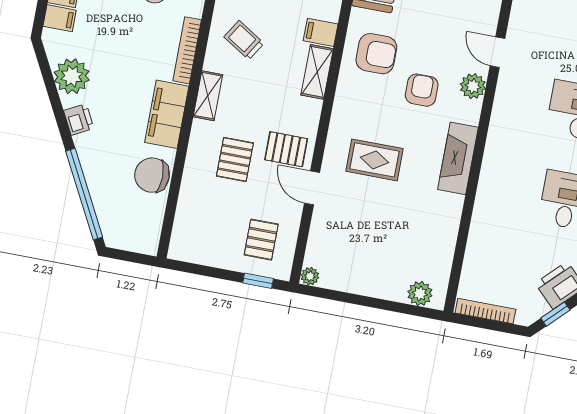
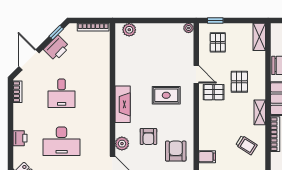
armchair: (376, 54) -> (176, 151), turned 90
shelving: (317, 72) -> (259, 37), moved

